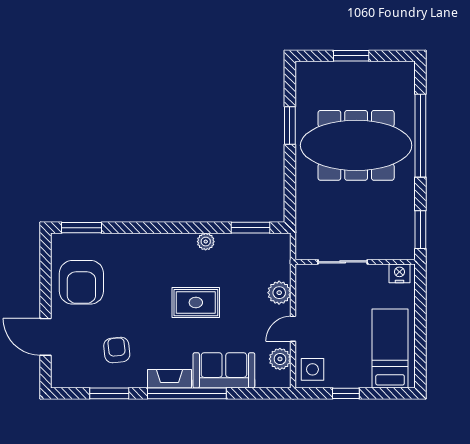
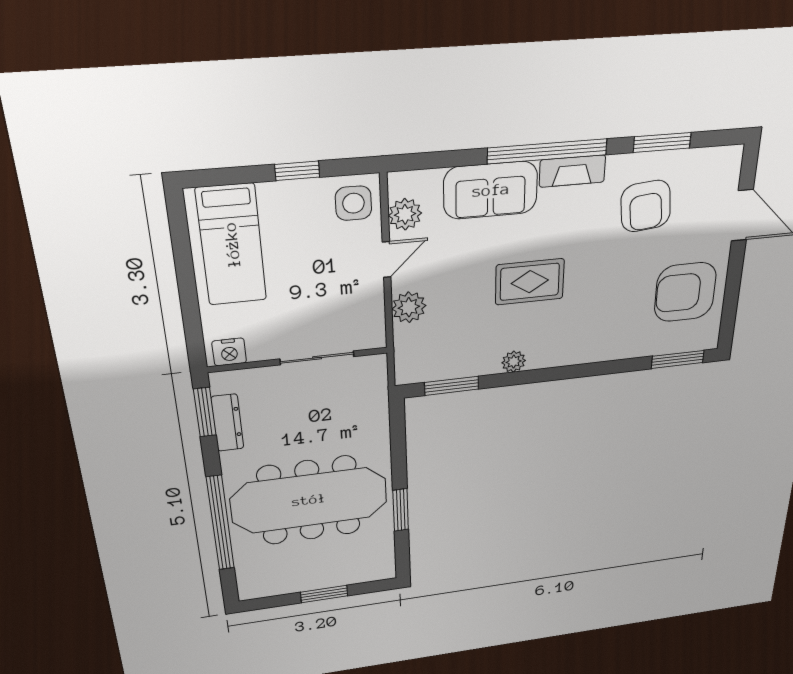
dresser: (406, 219) -> (227, 423), added
armchair: (81, 282) -> (685, 292), turned -90
armchair: (117, 350) -> (646, 206), width x1.38, depth x1.38

